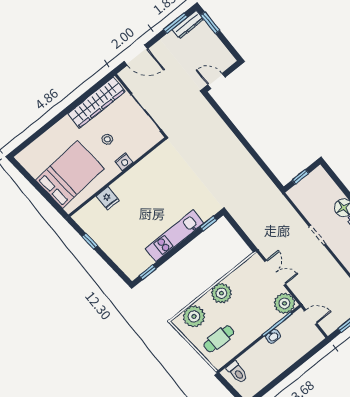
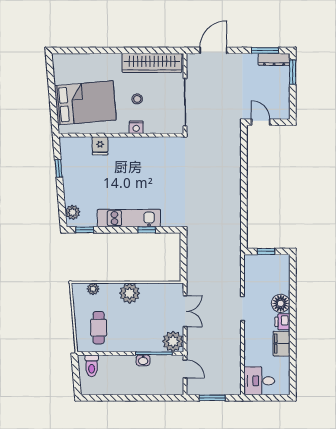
door: (136, 55) -> (213, 50), swing flipped
window: (208, 224) -> (147, 230), moved
plant: (128, 266) -> (73, 212), added
plant: (194, 316) -> (93, 289), width x0.53, depth x0.53
cafe table: (219, 339) -> (99, 328), turned 90

